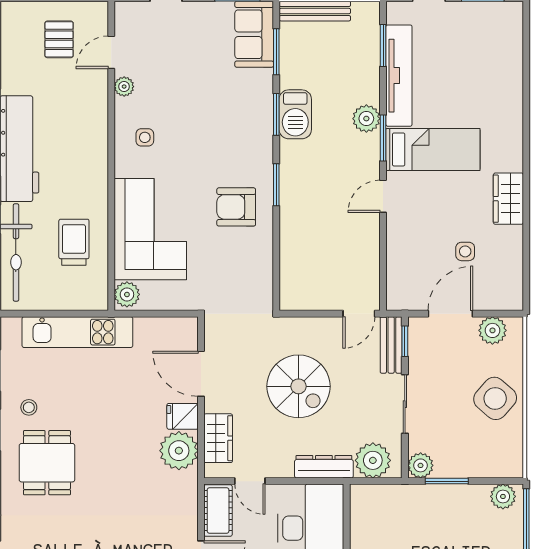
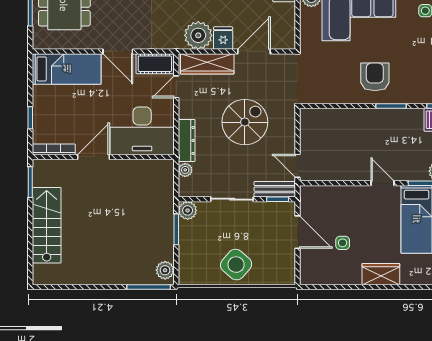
plant: (492, 330) -> (285, 263), removed
spiral stairs: (299, 386) -> (245, 122), turned 180
wardrobe: (218, 438) -> (207, 64), width x1.50
plant: (373, 460) -> (185, 170), width x0.53, depth x0.53

